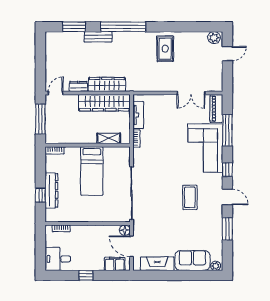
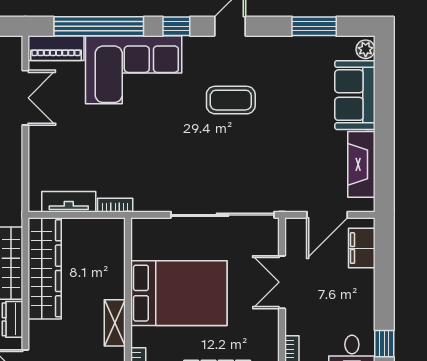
window: (227, 130) -> (99, 26), width x1.46
shelving: (109, 138) -> (115, 323), moved
bed: (92, 171) -> (179, 293), width x1.50
double door: (97, 223) -> (282, 282), added
window: (227, 229) -> (314, 26), moved
floor lamp: (125, 230) -> (295, 228), removed
window: (86, 275) -> (384, 344), moved

